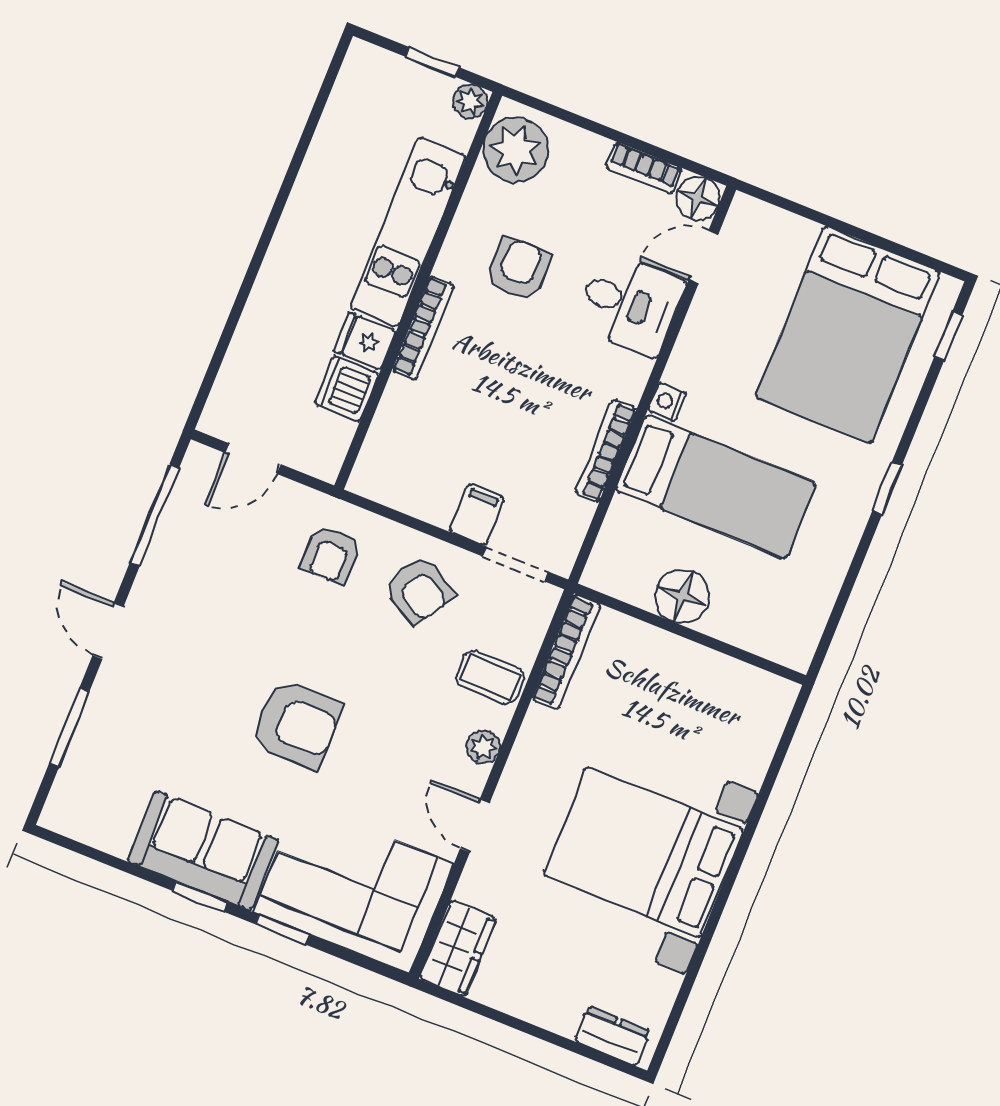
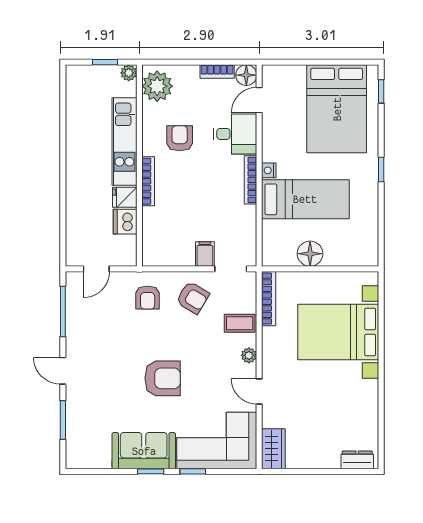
bookcase: (606, 451) -> (250, 180), moved
bed with nightstands: (643, 852) -> (338, 332), moved

